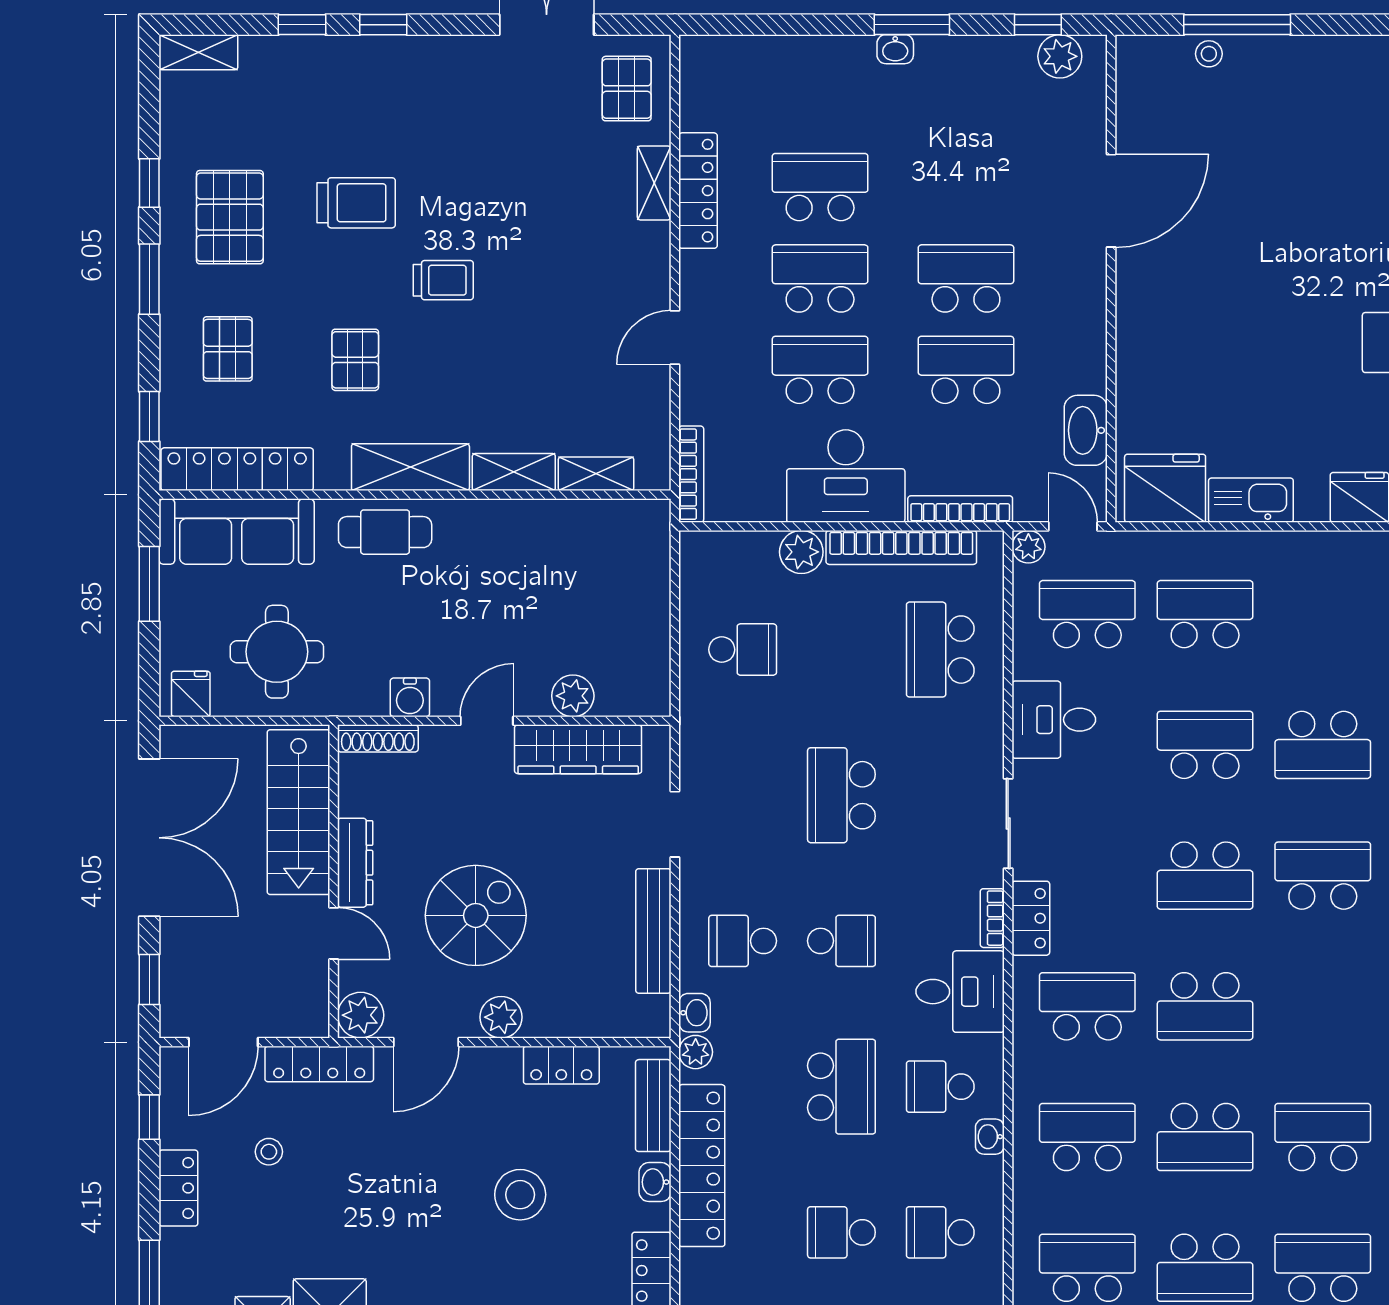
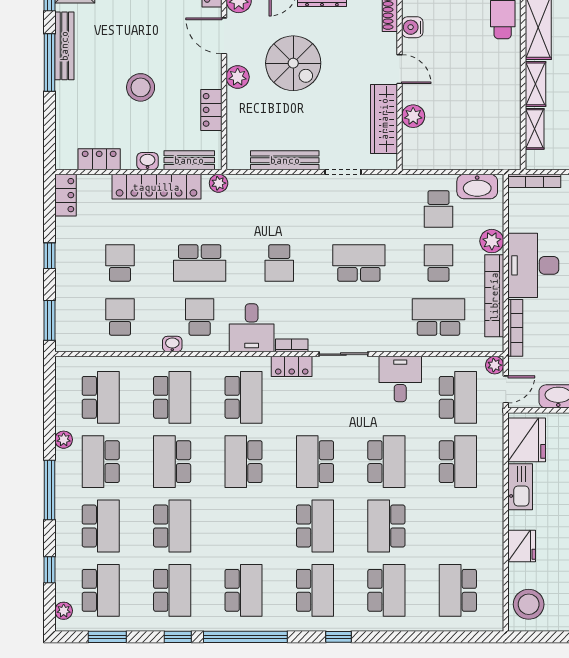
school desk: (743, 941) -> (438, 263), moved
washbasin: (694, 1013) -> (477, 186), moved, width x1.91, depth x1.45

